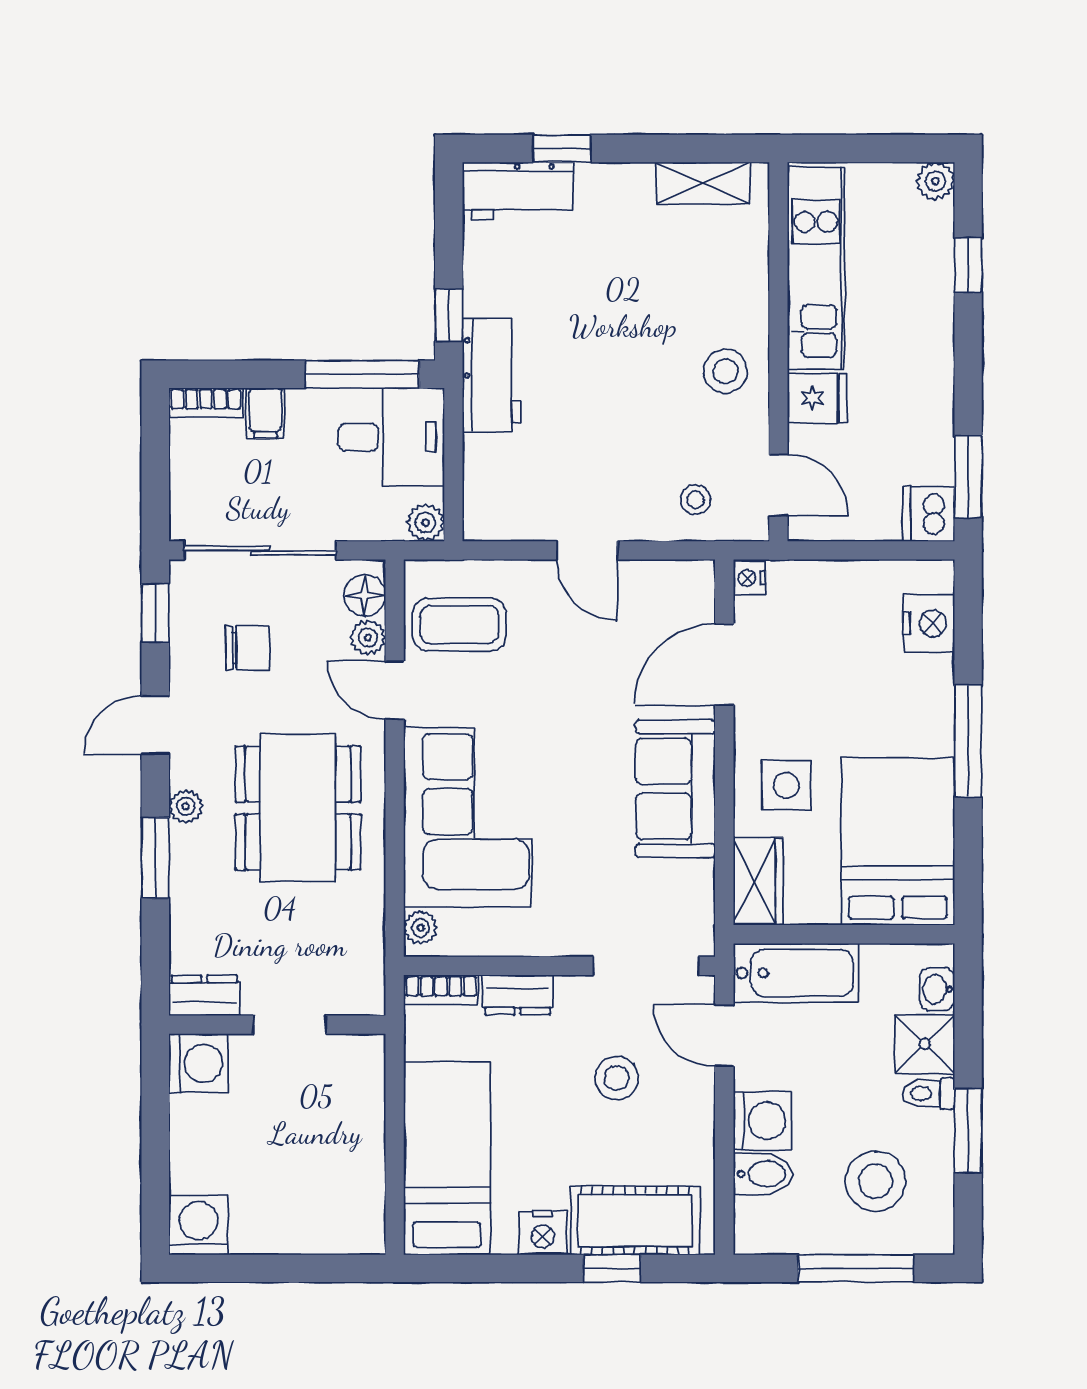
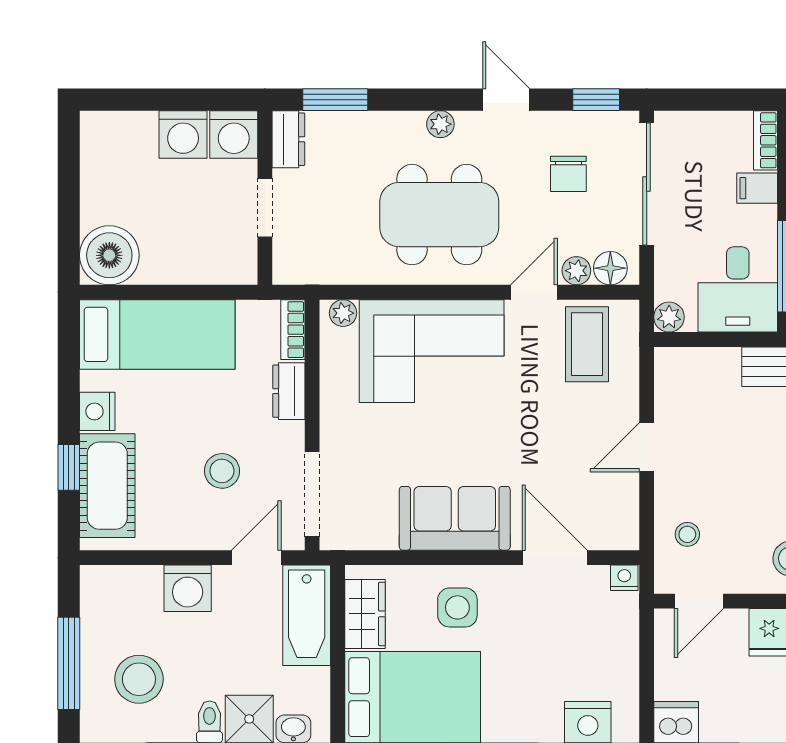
window: (155, 858) -> (335, 100), moved
wardrobe: (758, 881) -> (365, 614), moved, turned -90
bidet: (763, 1174) -> (145, 589), removed
boiler: (349, 1218) -> (109, 255), added
washing machine: (198, 1225) -> (183, 134), moved, turned 90

